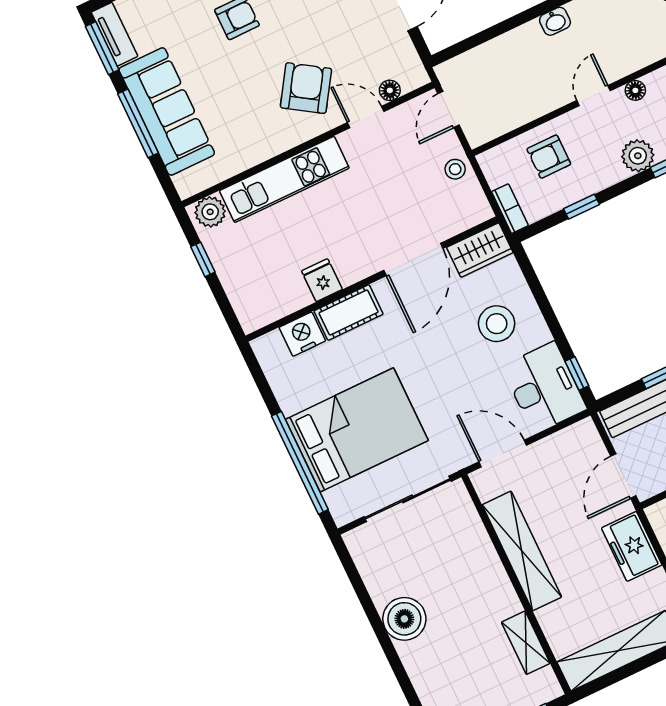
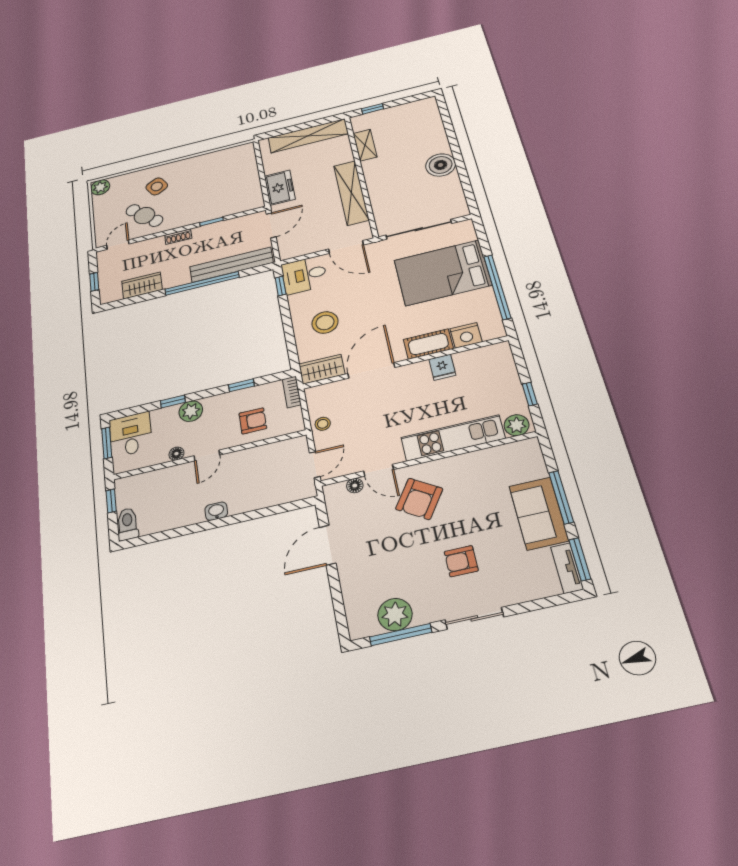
sofa: (167, 111) -> (539, 513), width x0.73
desk: (544, 388) -> (304, 275), width x0.73
window: (300, 463) -> (497, 287), moved

